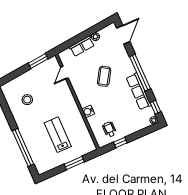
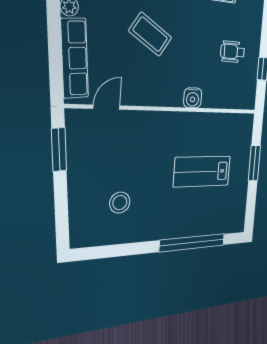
row of seats: (82, 46) -> (75, 58), width x1.48
door: (64, 73) -> (107, 107), swing flipped
wheelchair: (109, 129) -> (233, 52), moved

